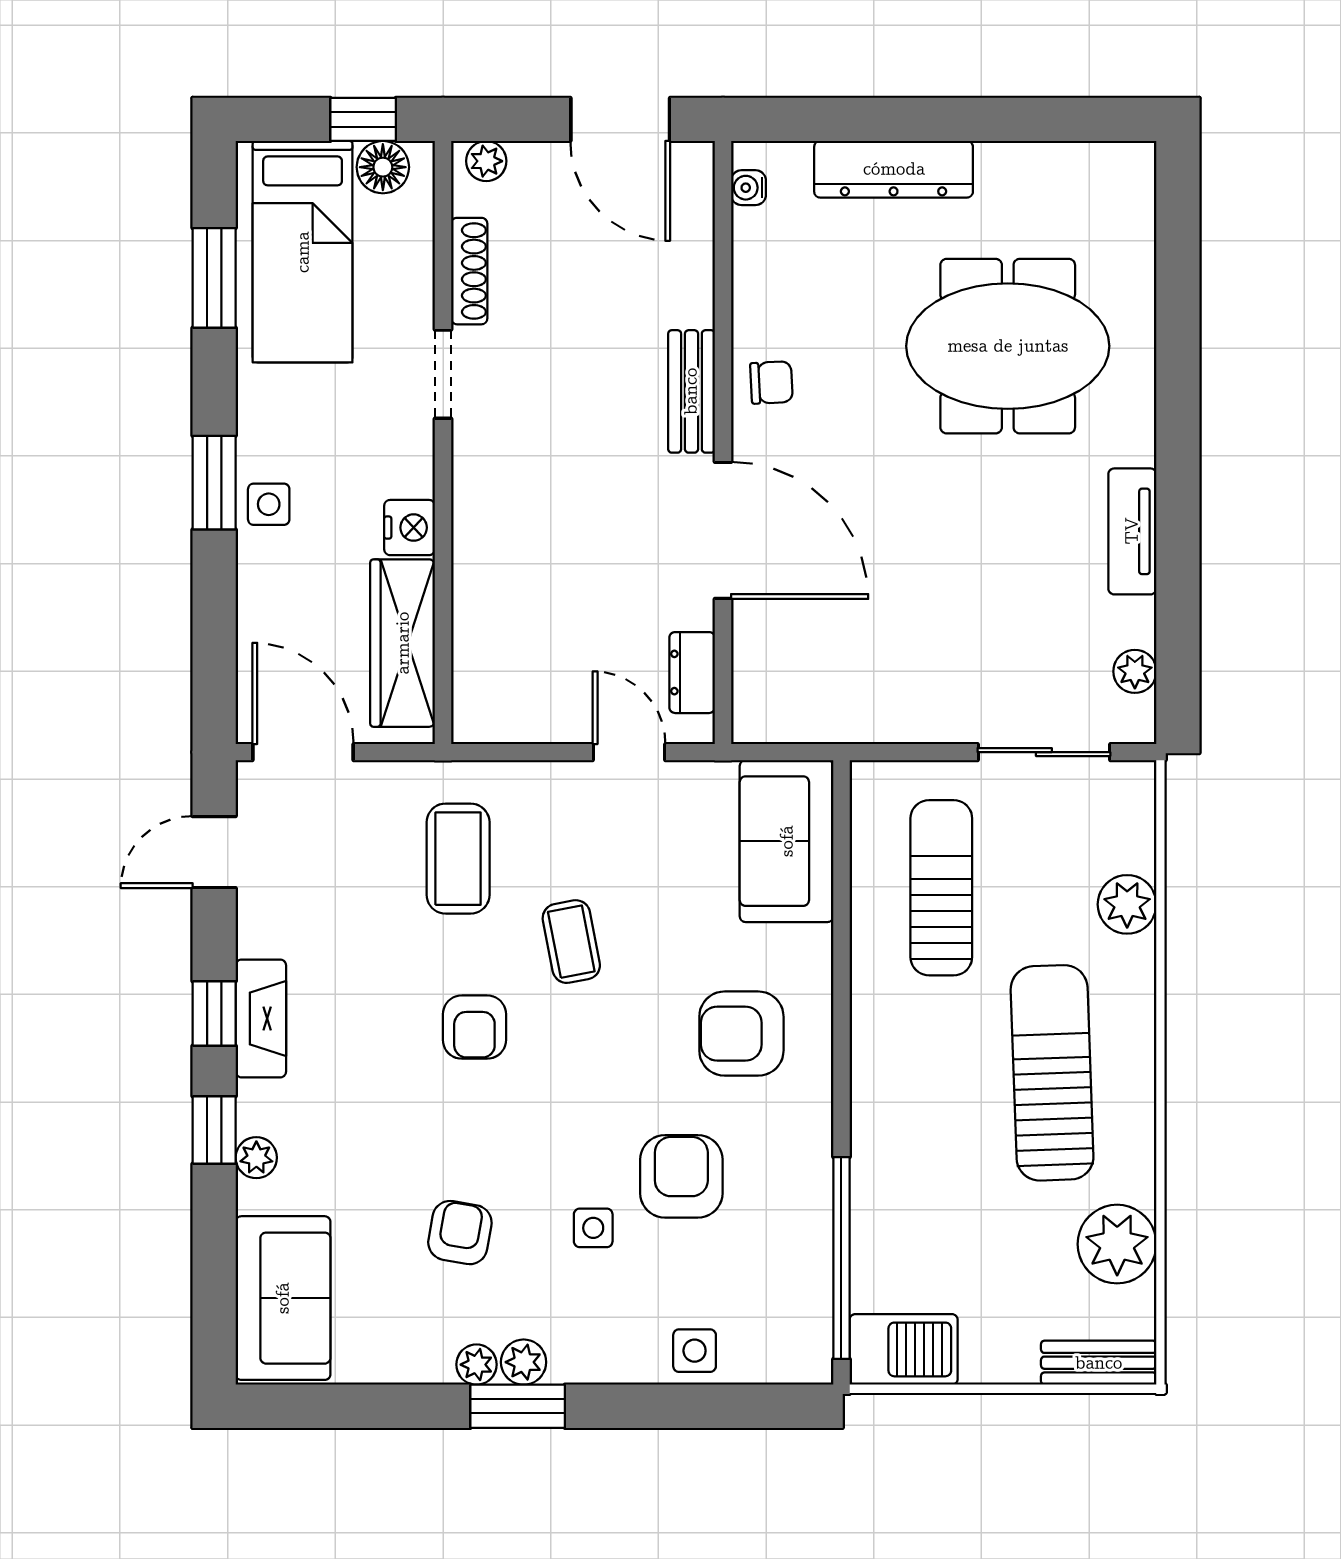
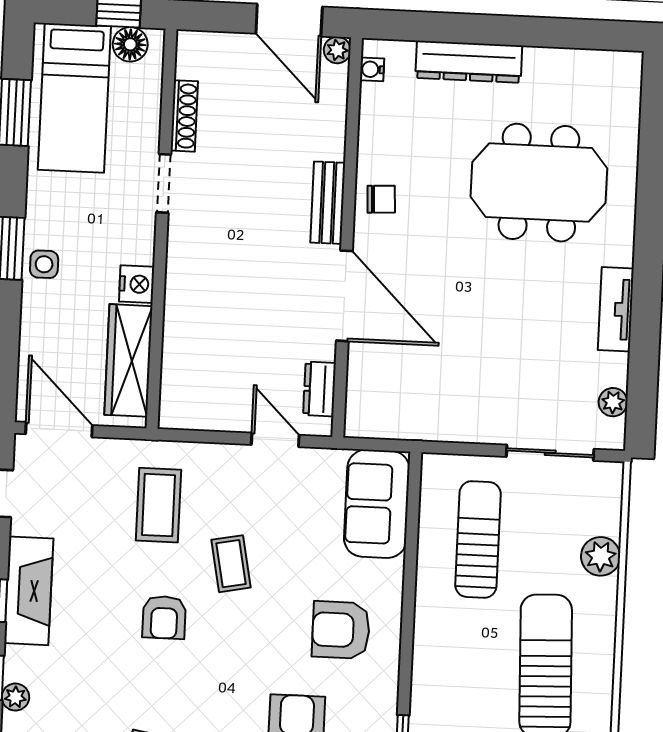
plant: (486, 161) -> (337, 50), moved
fireplace: (261, 1018) -> (29, 591), width x1.37, depth x1.32

